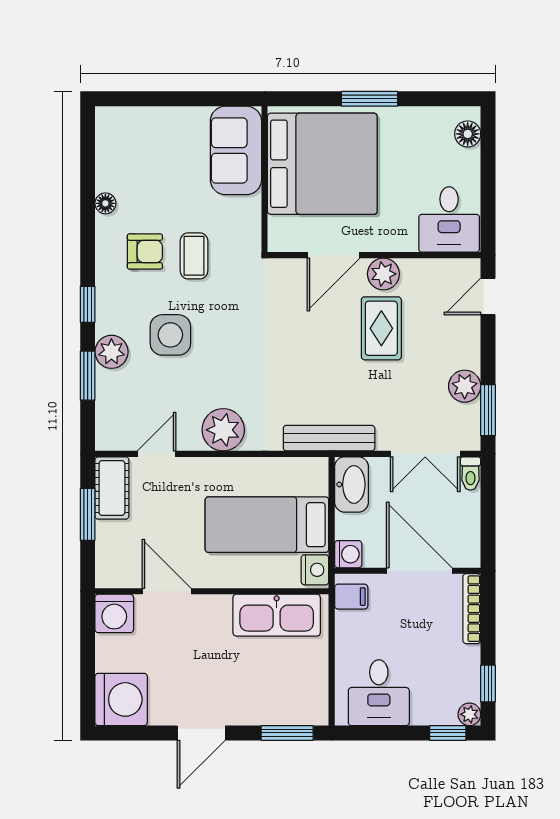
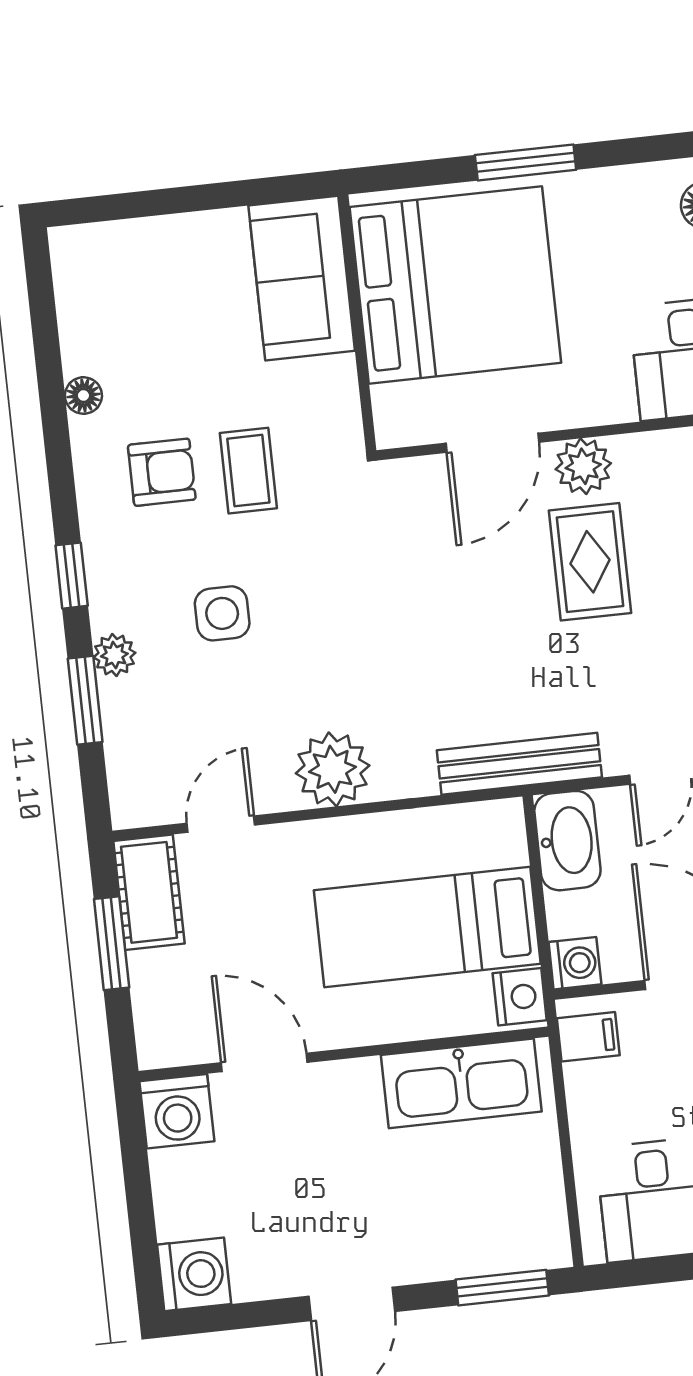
side table: (170, 335) -> (222, 613), width x0.73, depth x0.73
plant: (111, 352) -> (114, 655), width x0.73, depth x0.73
washing machine: (121, 699) -> (194, 1274), width x0.73, depth x0.73

